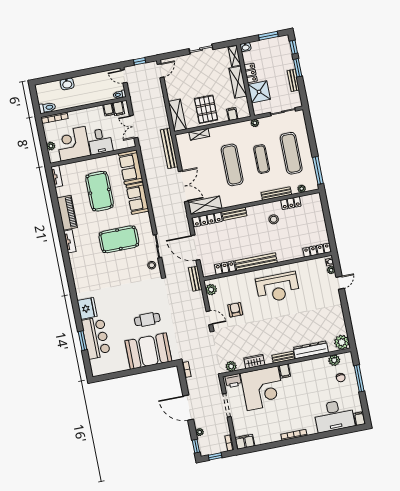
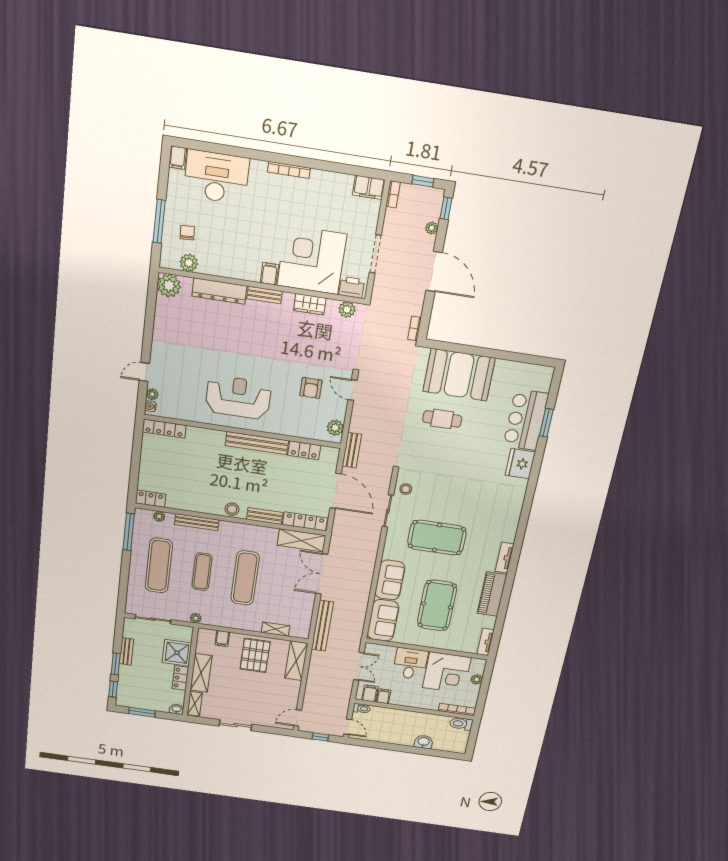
locker: (291, 203) -> (151, 499), moved
stool: (274, 219) -> (232, 509), moved

